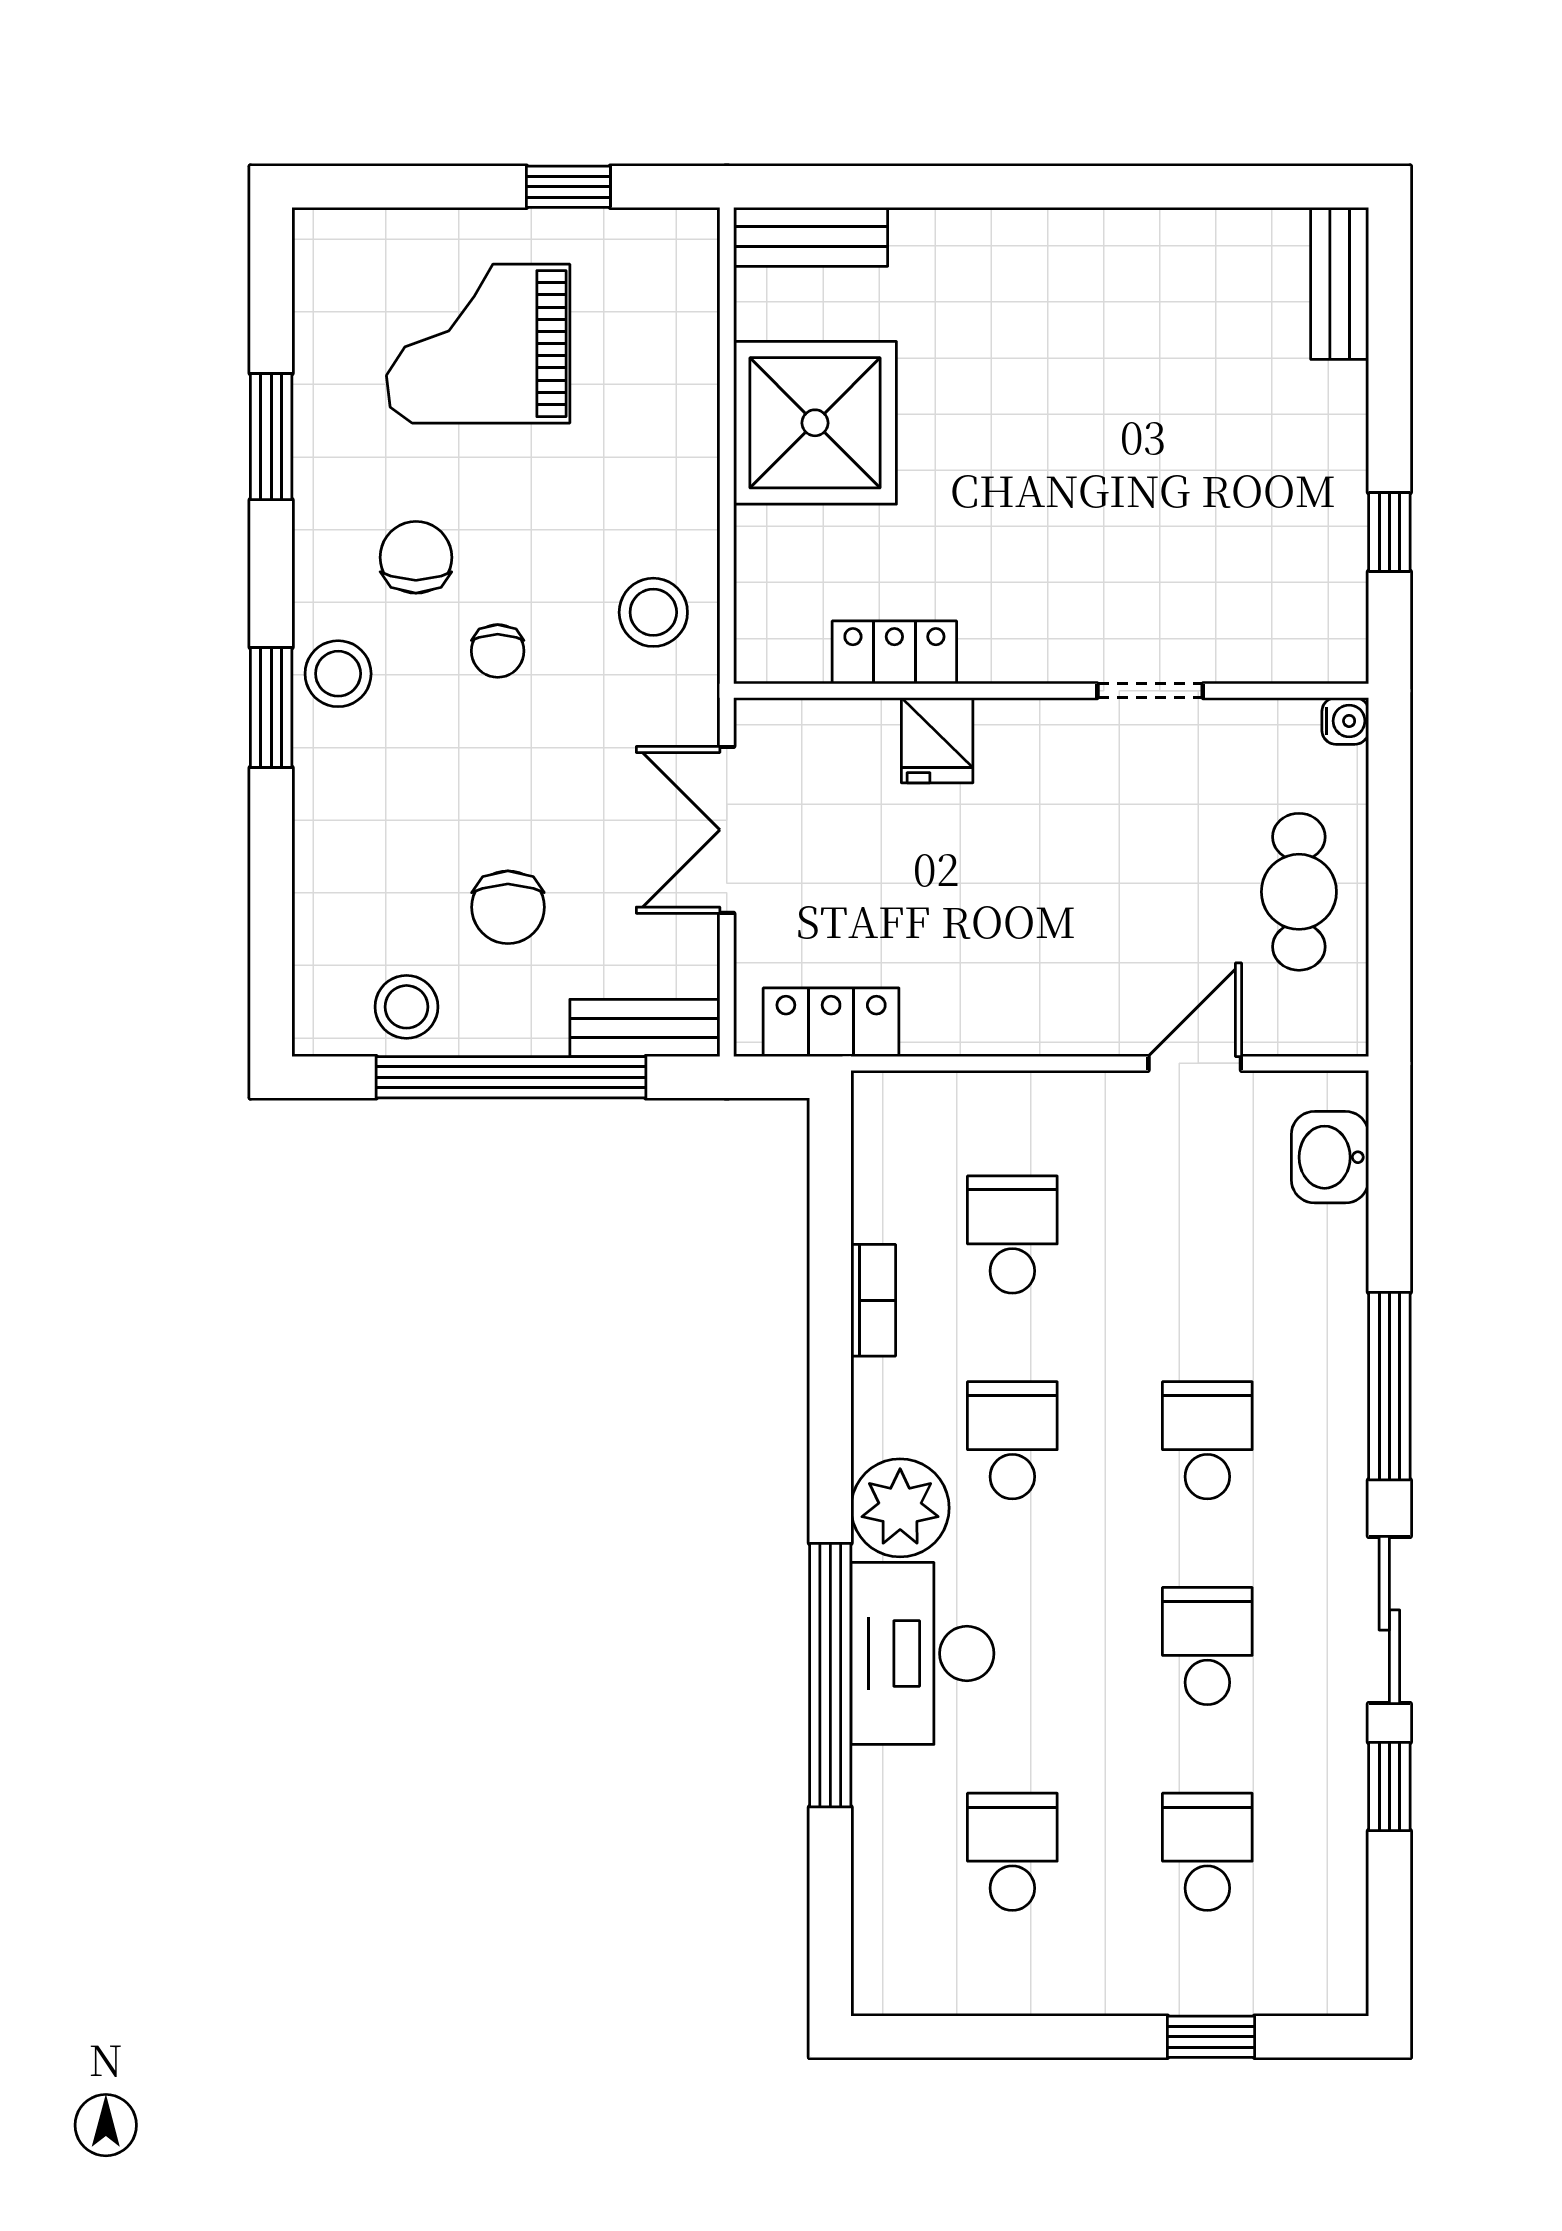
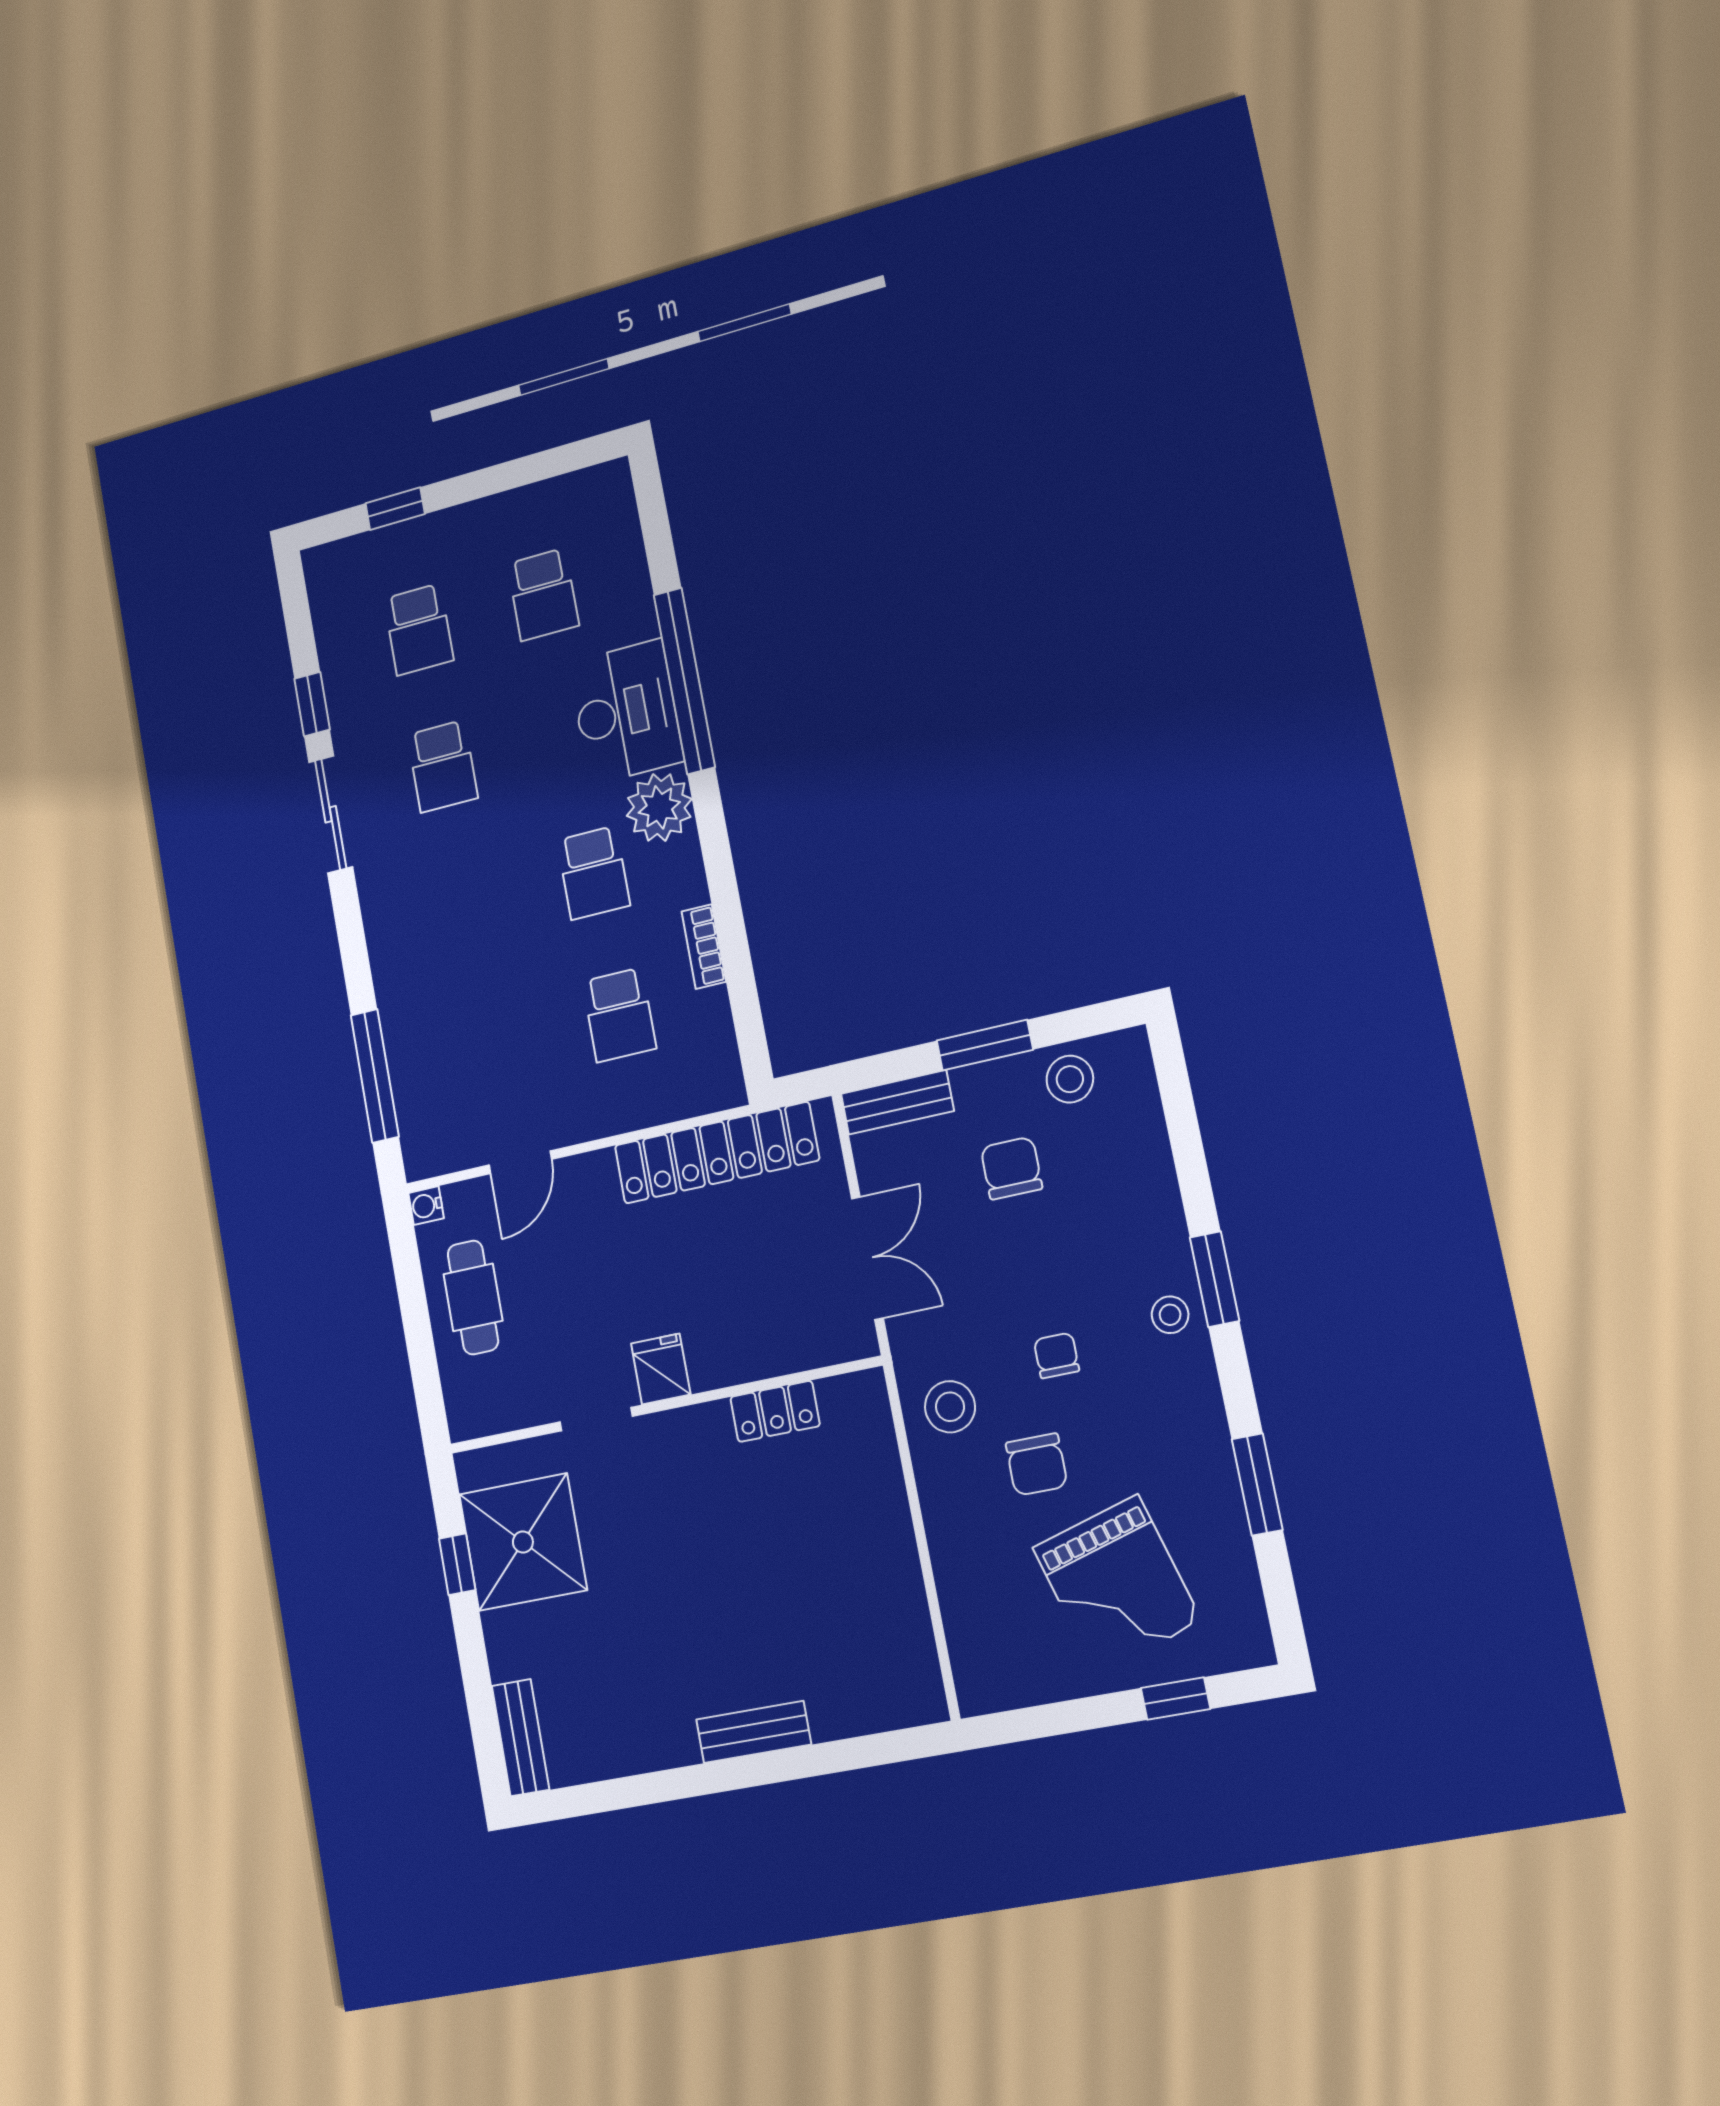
window: (568, 187) -> (1175, 1698), moved
bench: (811, 237) -> (754, 1732), moved
grand piano: (478, 344) -> (1117, 1584), turned 74
shower: (815, 423) -> (523, 1542), moved
chair: (416, 557) -> (1037, 1464), moved
stool: (338, 674) -> (1170, 1315), width x0.73, depth x0.73
water cooler: (1345, 721) -> (426, 1206), moved
fridge: (937, 740) -> (661, 1369), moved
locker: (831, 1022) -> (716, 1153), width x2.16, depth x1.21
window: (511, 1077) -> (985, 1045), width x0.47
washbasin: (1330, 1157) -> (421, 1118), removed
window: (1389, 1386) -> (375, 1076), moved
school desk: (1207, 1440) -> (467, 905), removed

